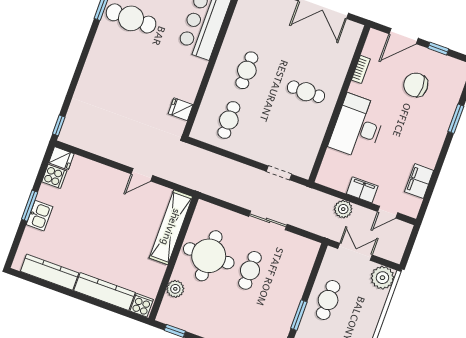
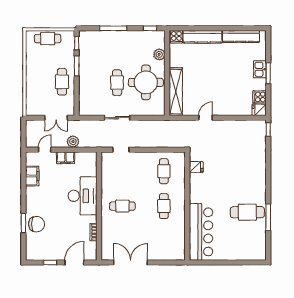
chair: (416, 85) -> (37, 224), moved
plant: (382, 278) -> (33, 108), removed

